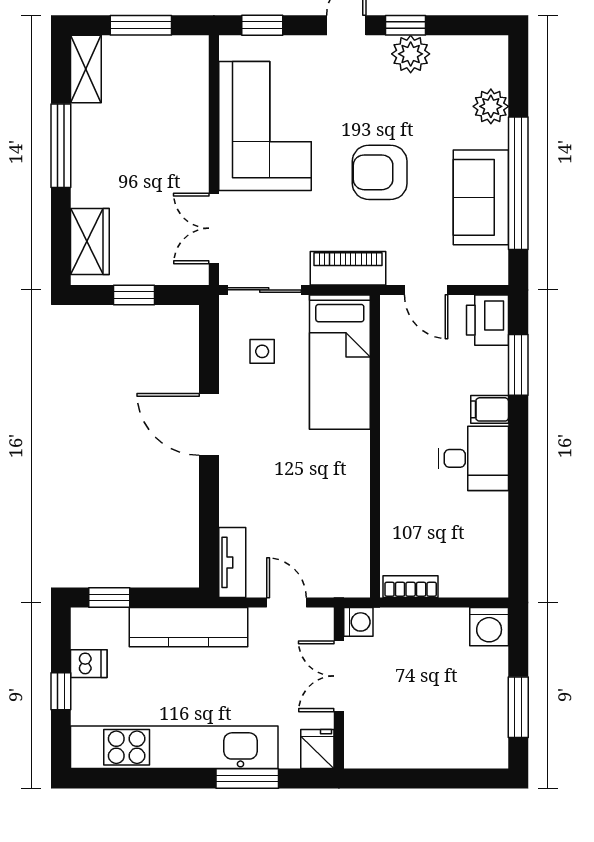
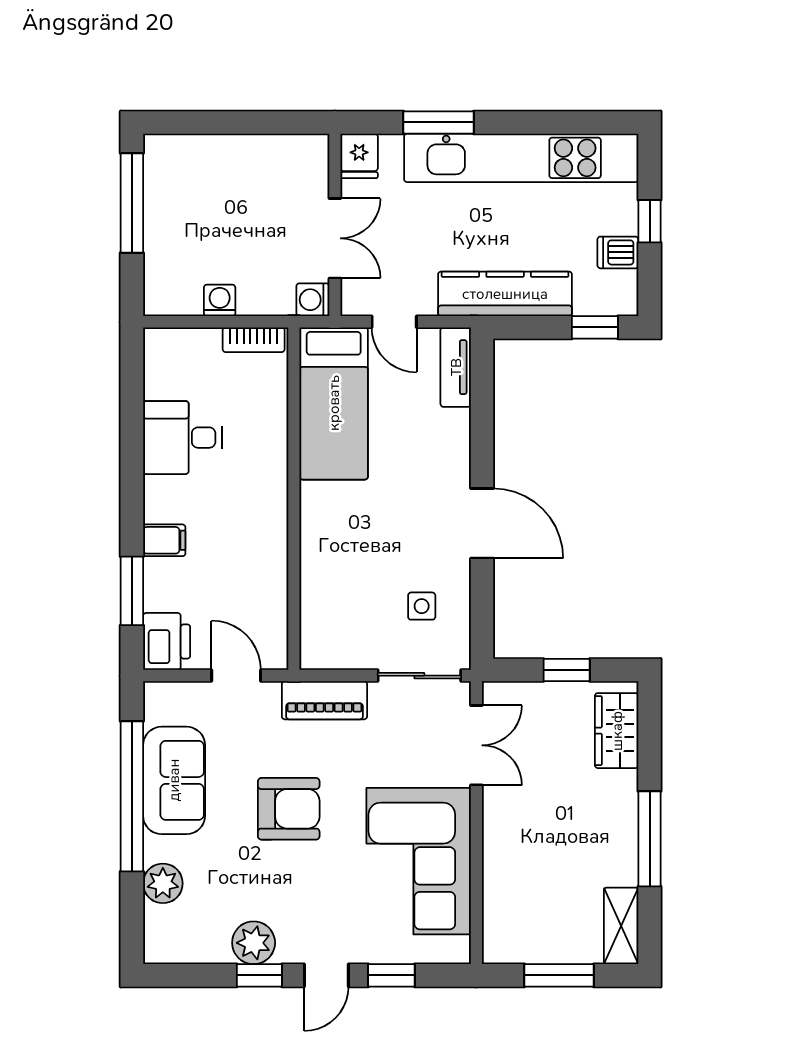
window: (262, 25) -> (391, 975), moved
bed: (340, 362) -> (334, 403), moved, turned 180
desk: (474, 458) -> (182, 438), moved
washing machine: (489, 627) -> (220, 300), moved, width x0.73, depth x0.73
window: (518, 707) -> (132, 203), width x1.44

